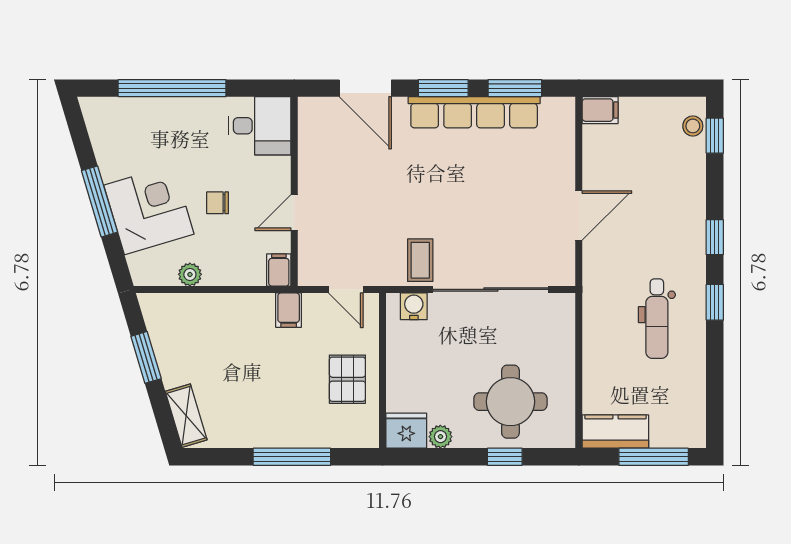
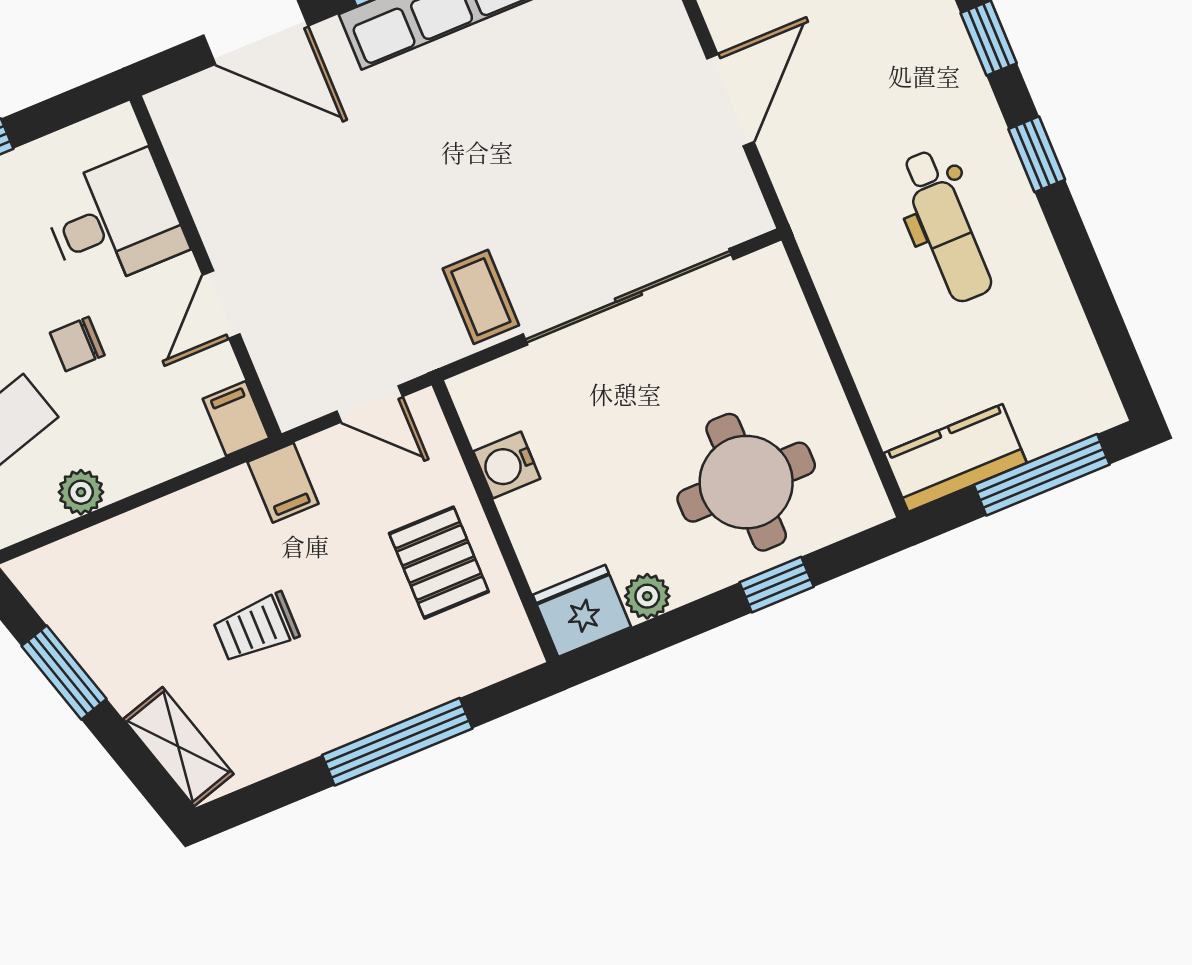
desk: (260, 126) -> (114, 221), moved
water cooler: (414, 306) -> (507, 465), moved, turned -90
trolley: (247, 374) -> (256, 628), added

